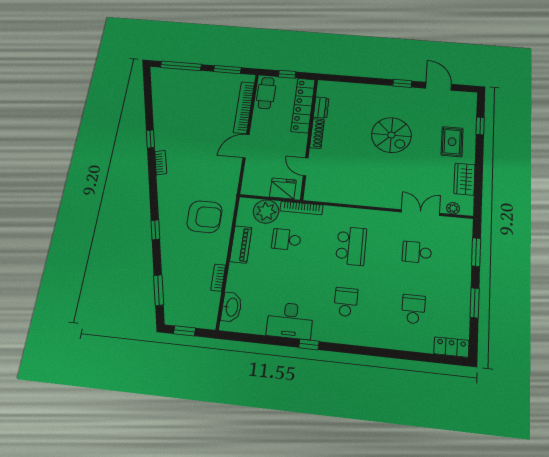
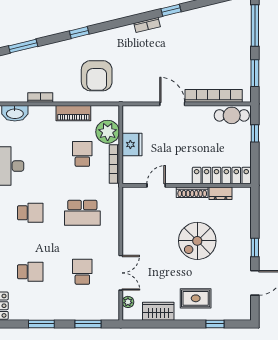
locker: (303, 105) -> (221, 175), moved
dresser: (321, 108) -> (221, 193), moved
shoe rack: (317, 133) -> (192, 192), moved
wall: (309, 138) -> (187, 185), moved
door: (306, 167) -> (156, 185), moved

